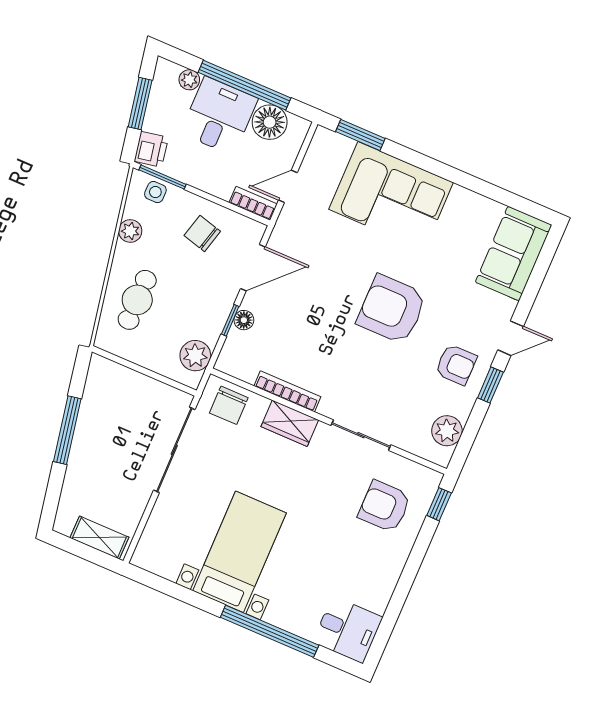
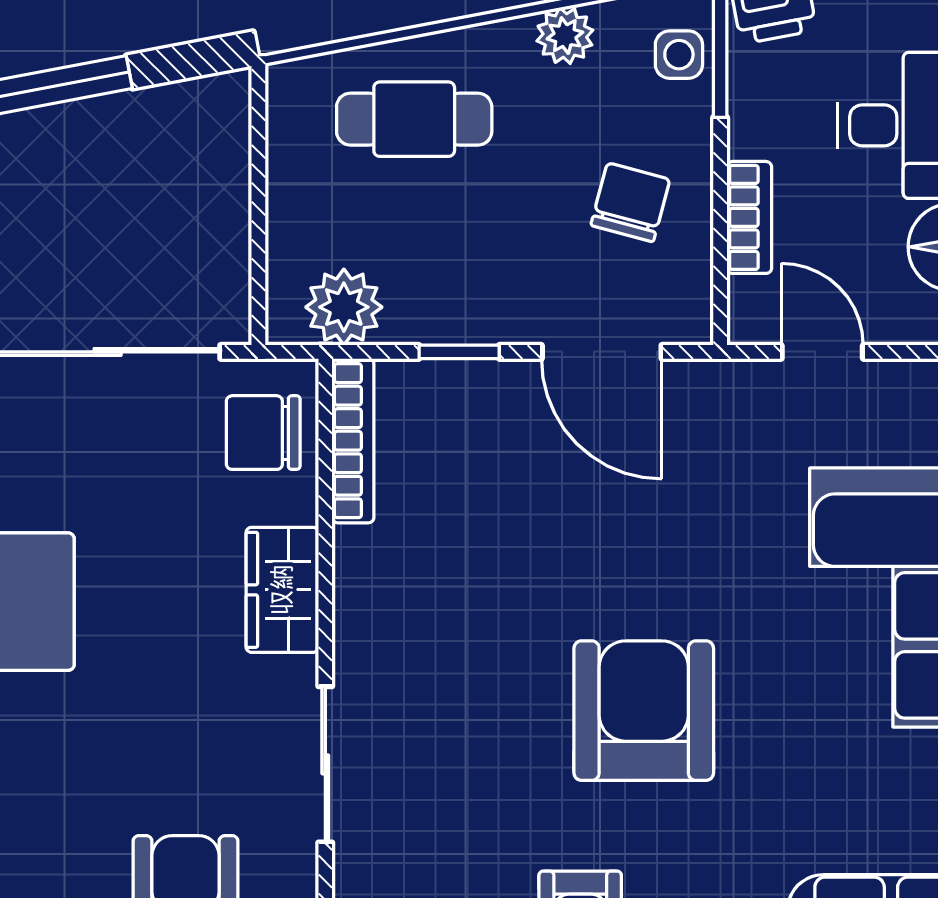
bookcase: (253, 203) -> (749, 217), moved
floor lamp: (244, 320) -> (473, 383), removed
bookcase: (287, 391) -> (353, 441), moved

